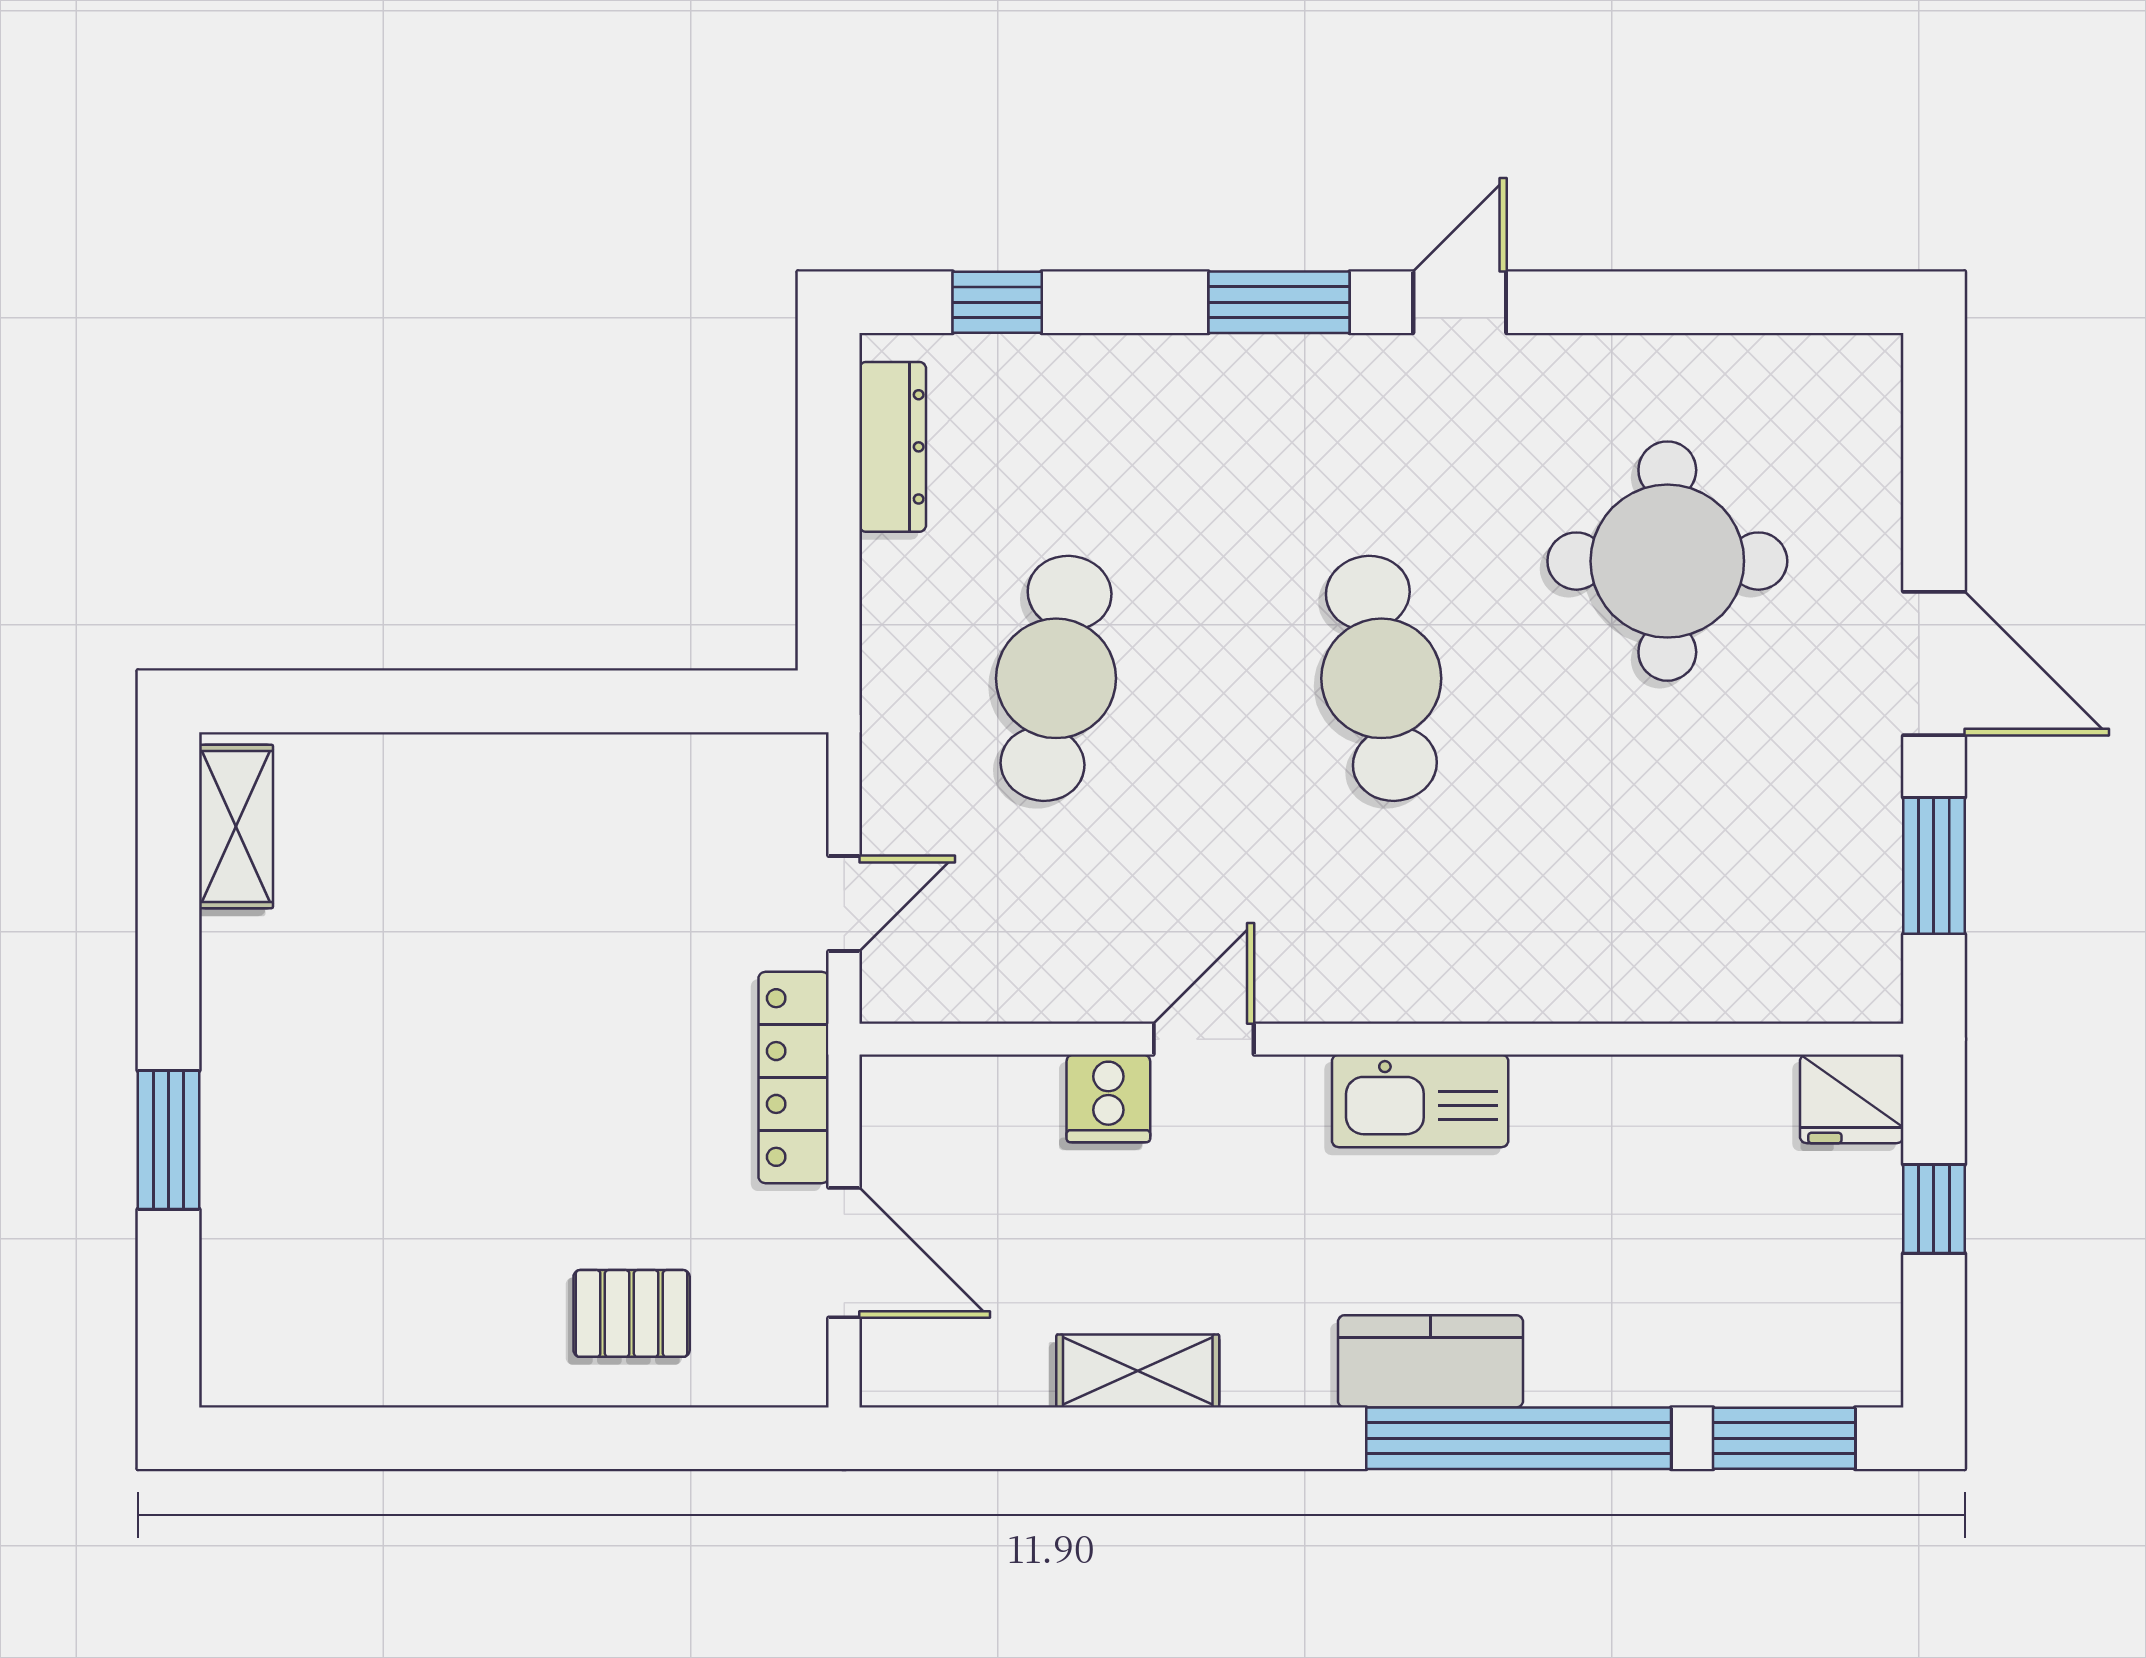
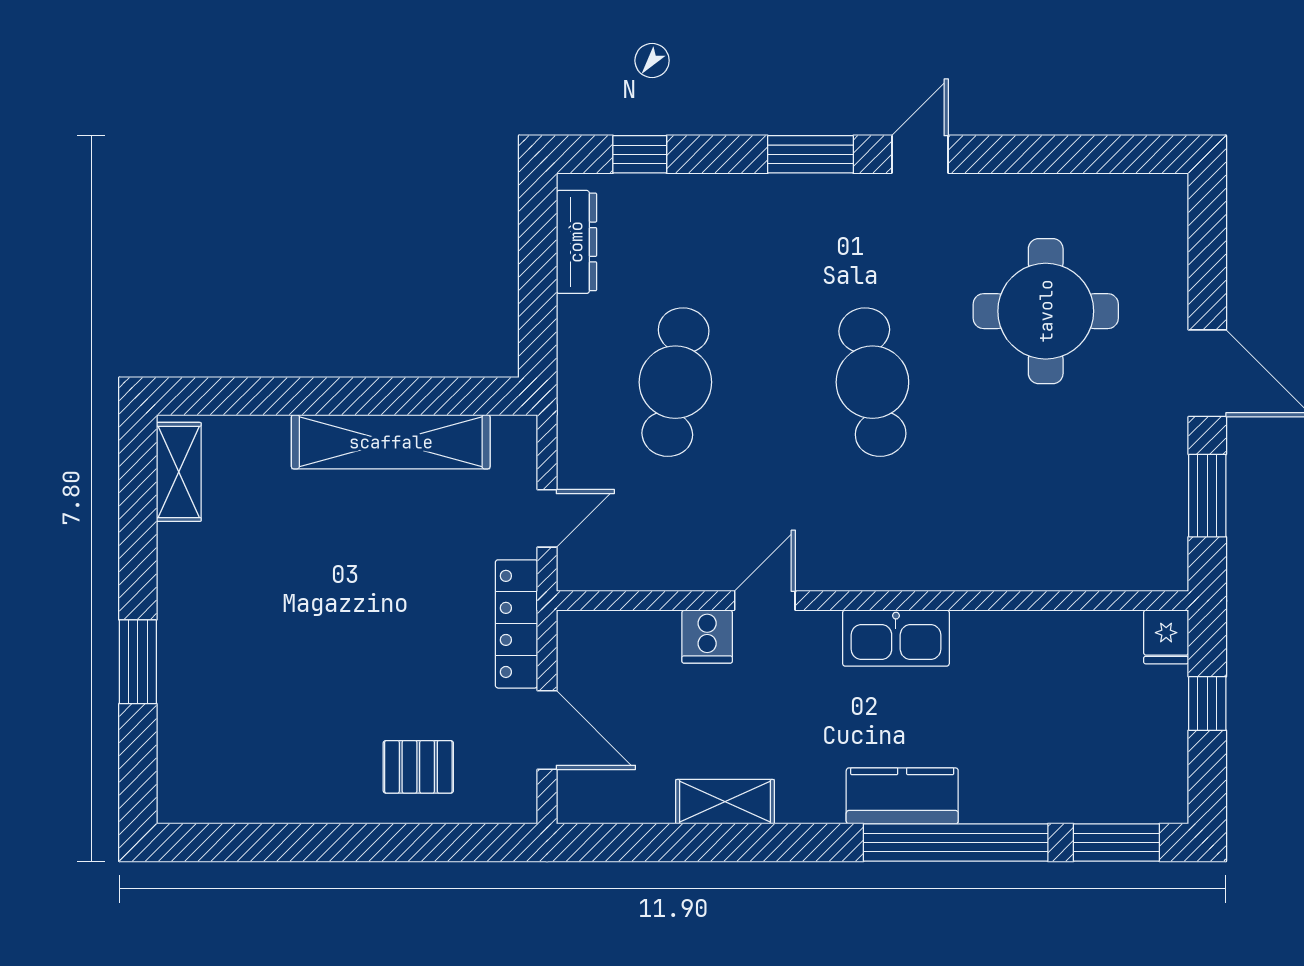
shelving: (586, 777) -> (391, 442), added
fridge: (1852, 1099) -> (1166, 637), width x0.72

